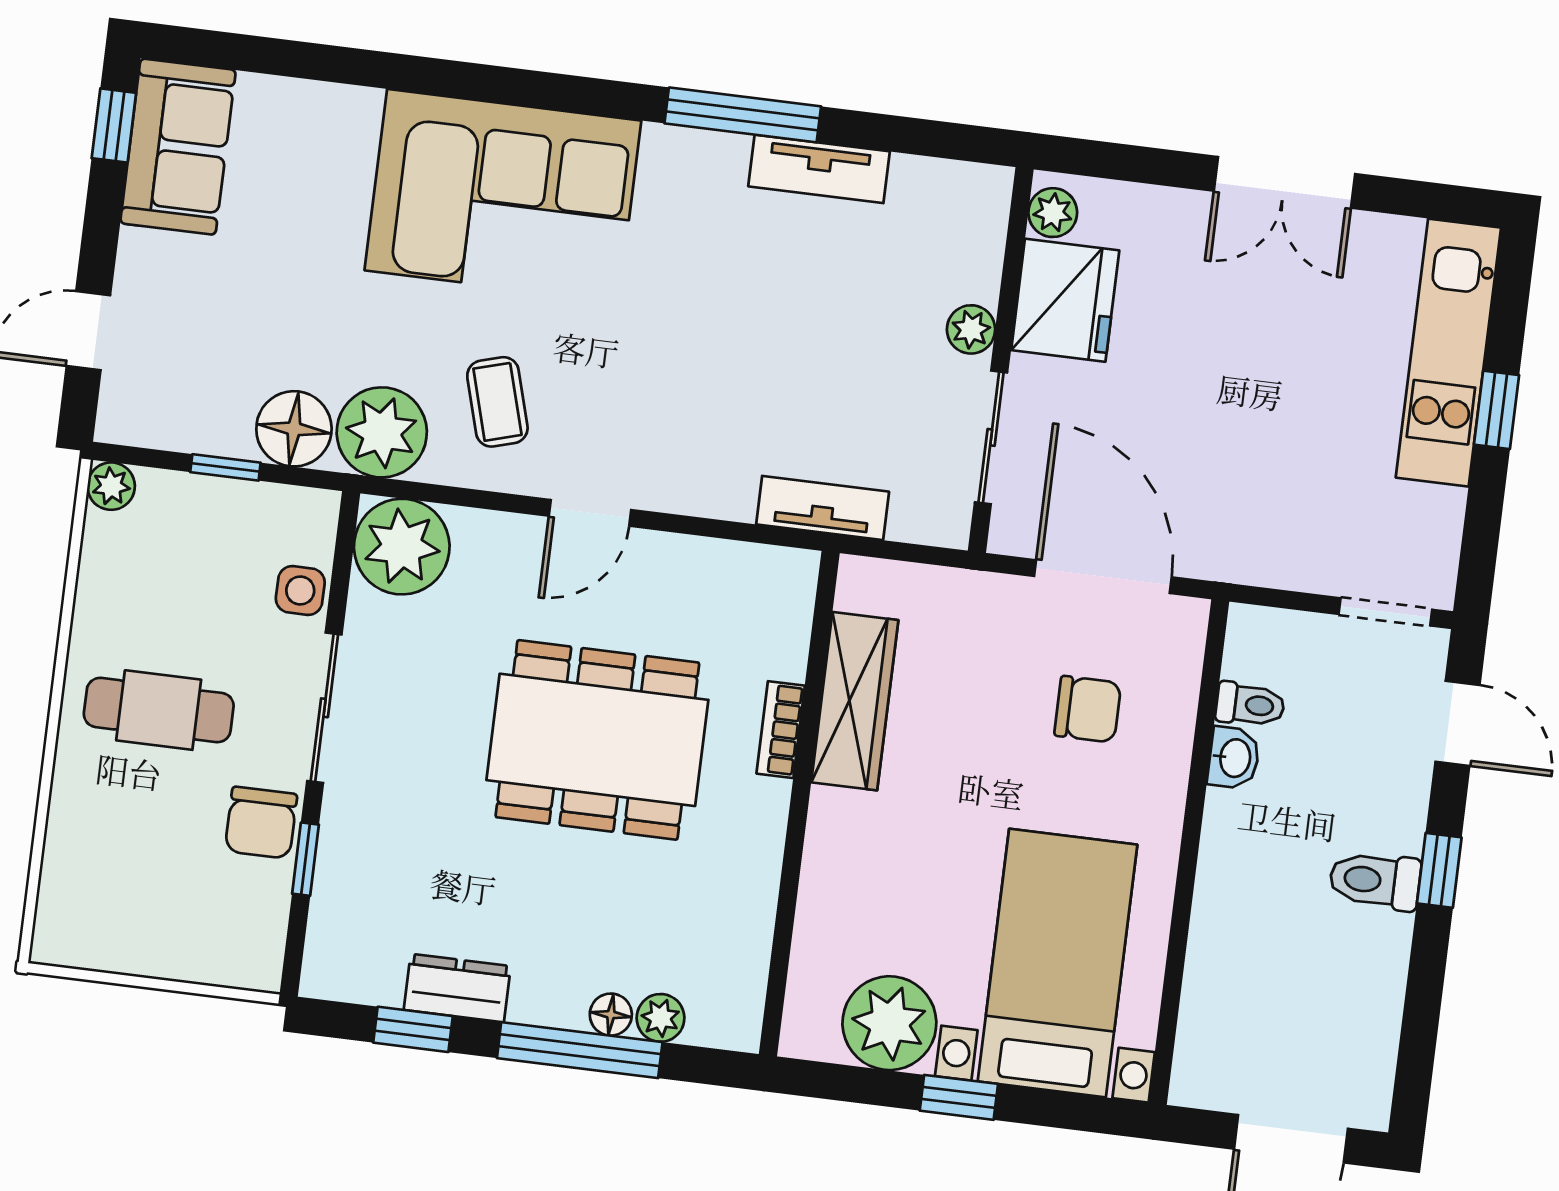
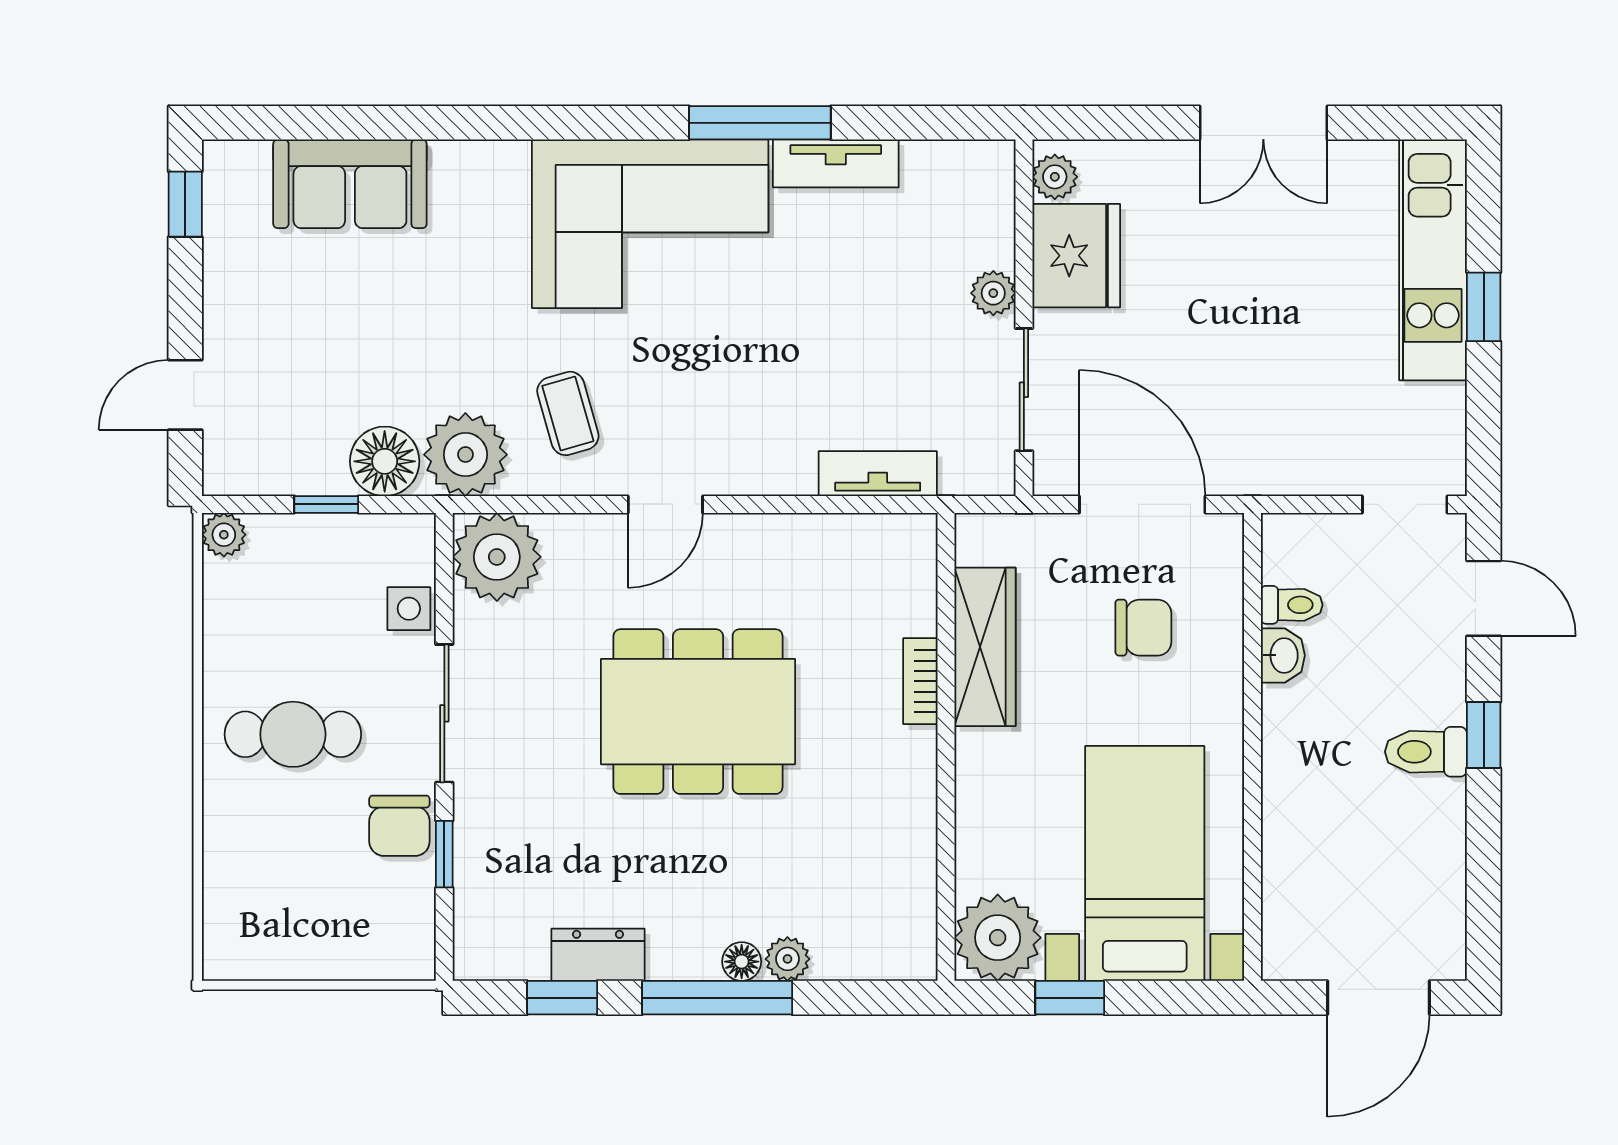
sofa: (178, 147) -> (350, 184), moved, turned 90
corner sofa: (503, 195) -> (650, 224), moved
wardrobe: (855, 701) -> (985, 647), moved
bookcase: (781, 730) -> (920, 681), moved
wall: (799, 804) -> (946, 747), moved

